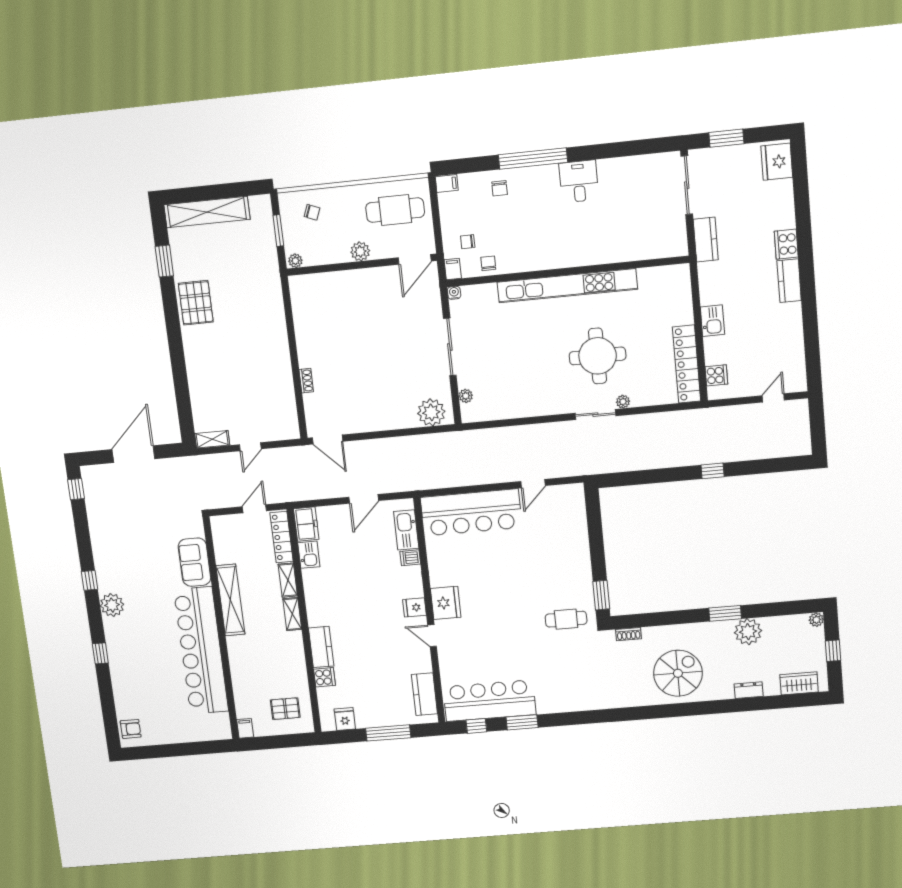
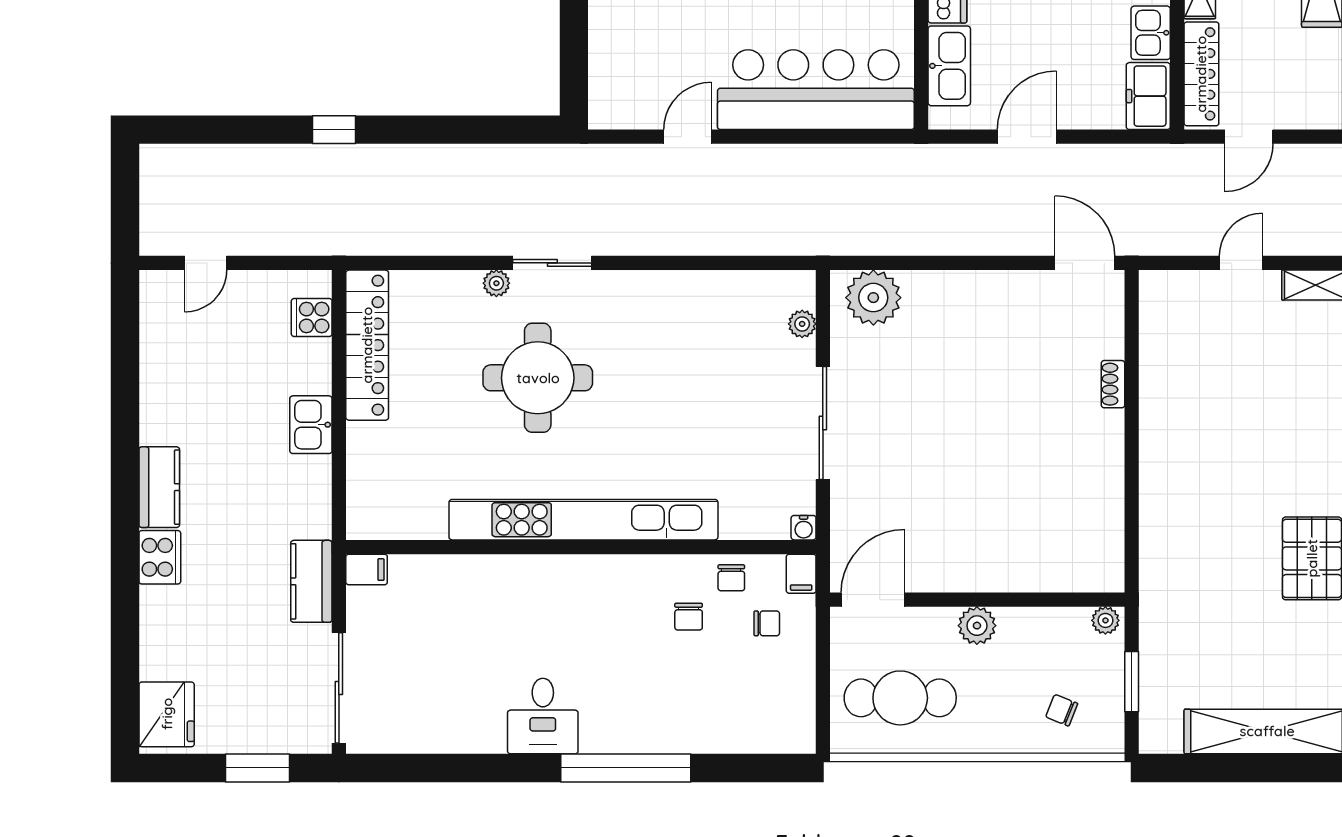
filing cabinet: (447, 184) -> (367, 570), moved, turned 180
chair: (500, 188) -> (689, 617), moved, turned 180

